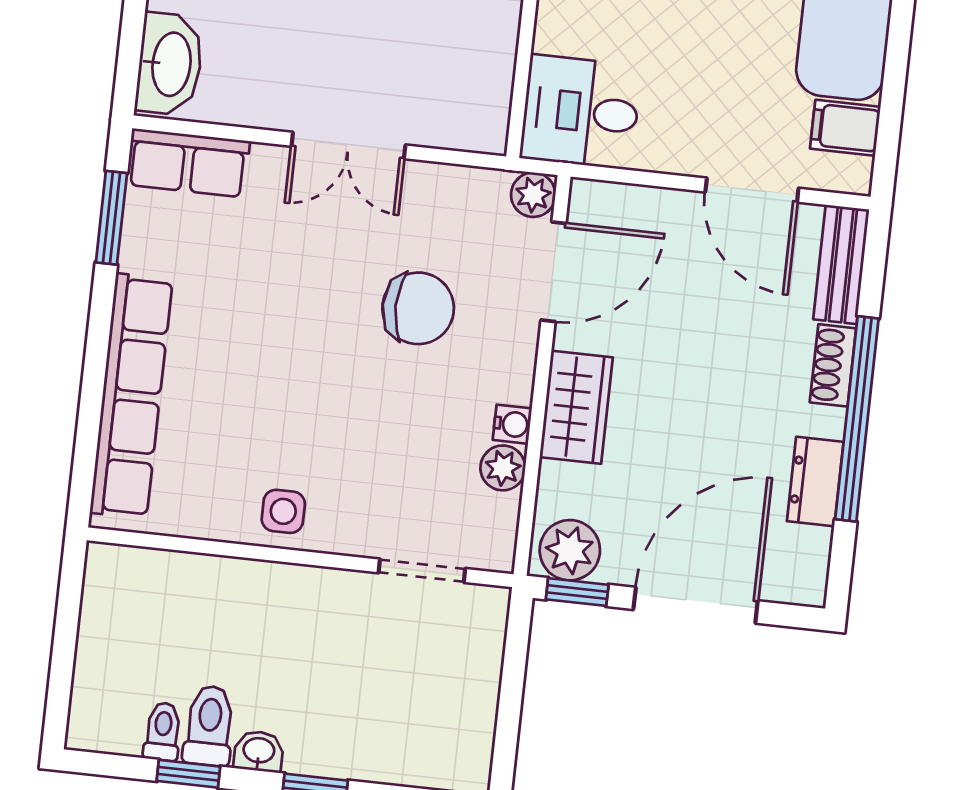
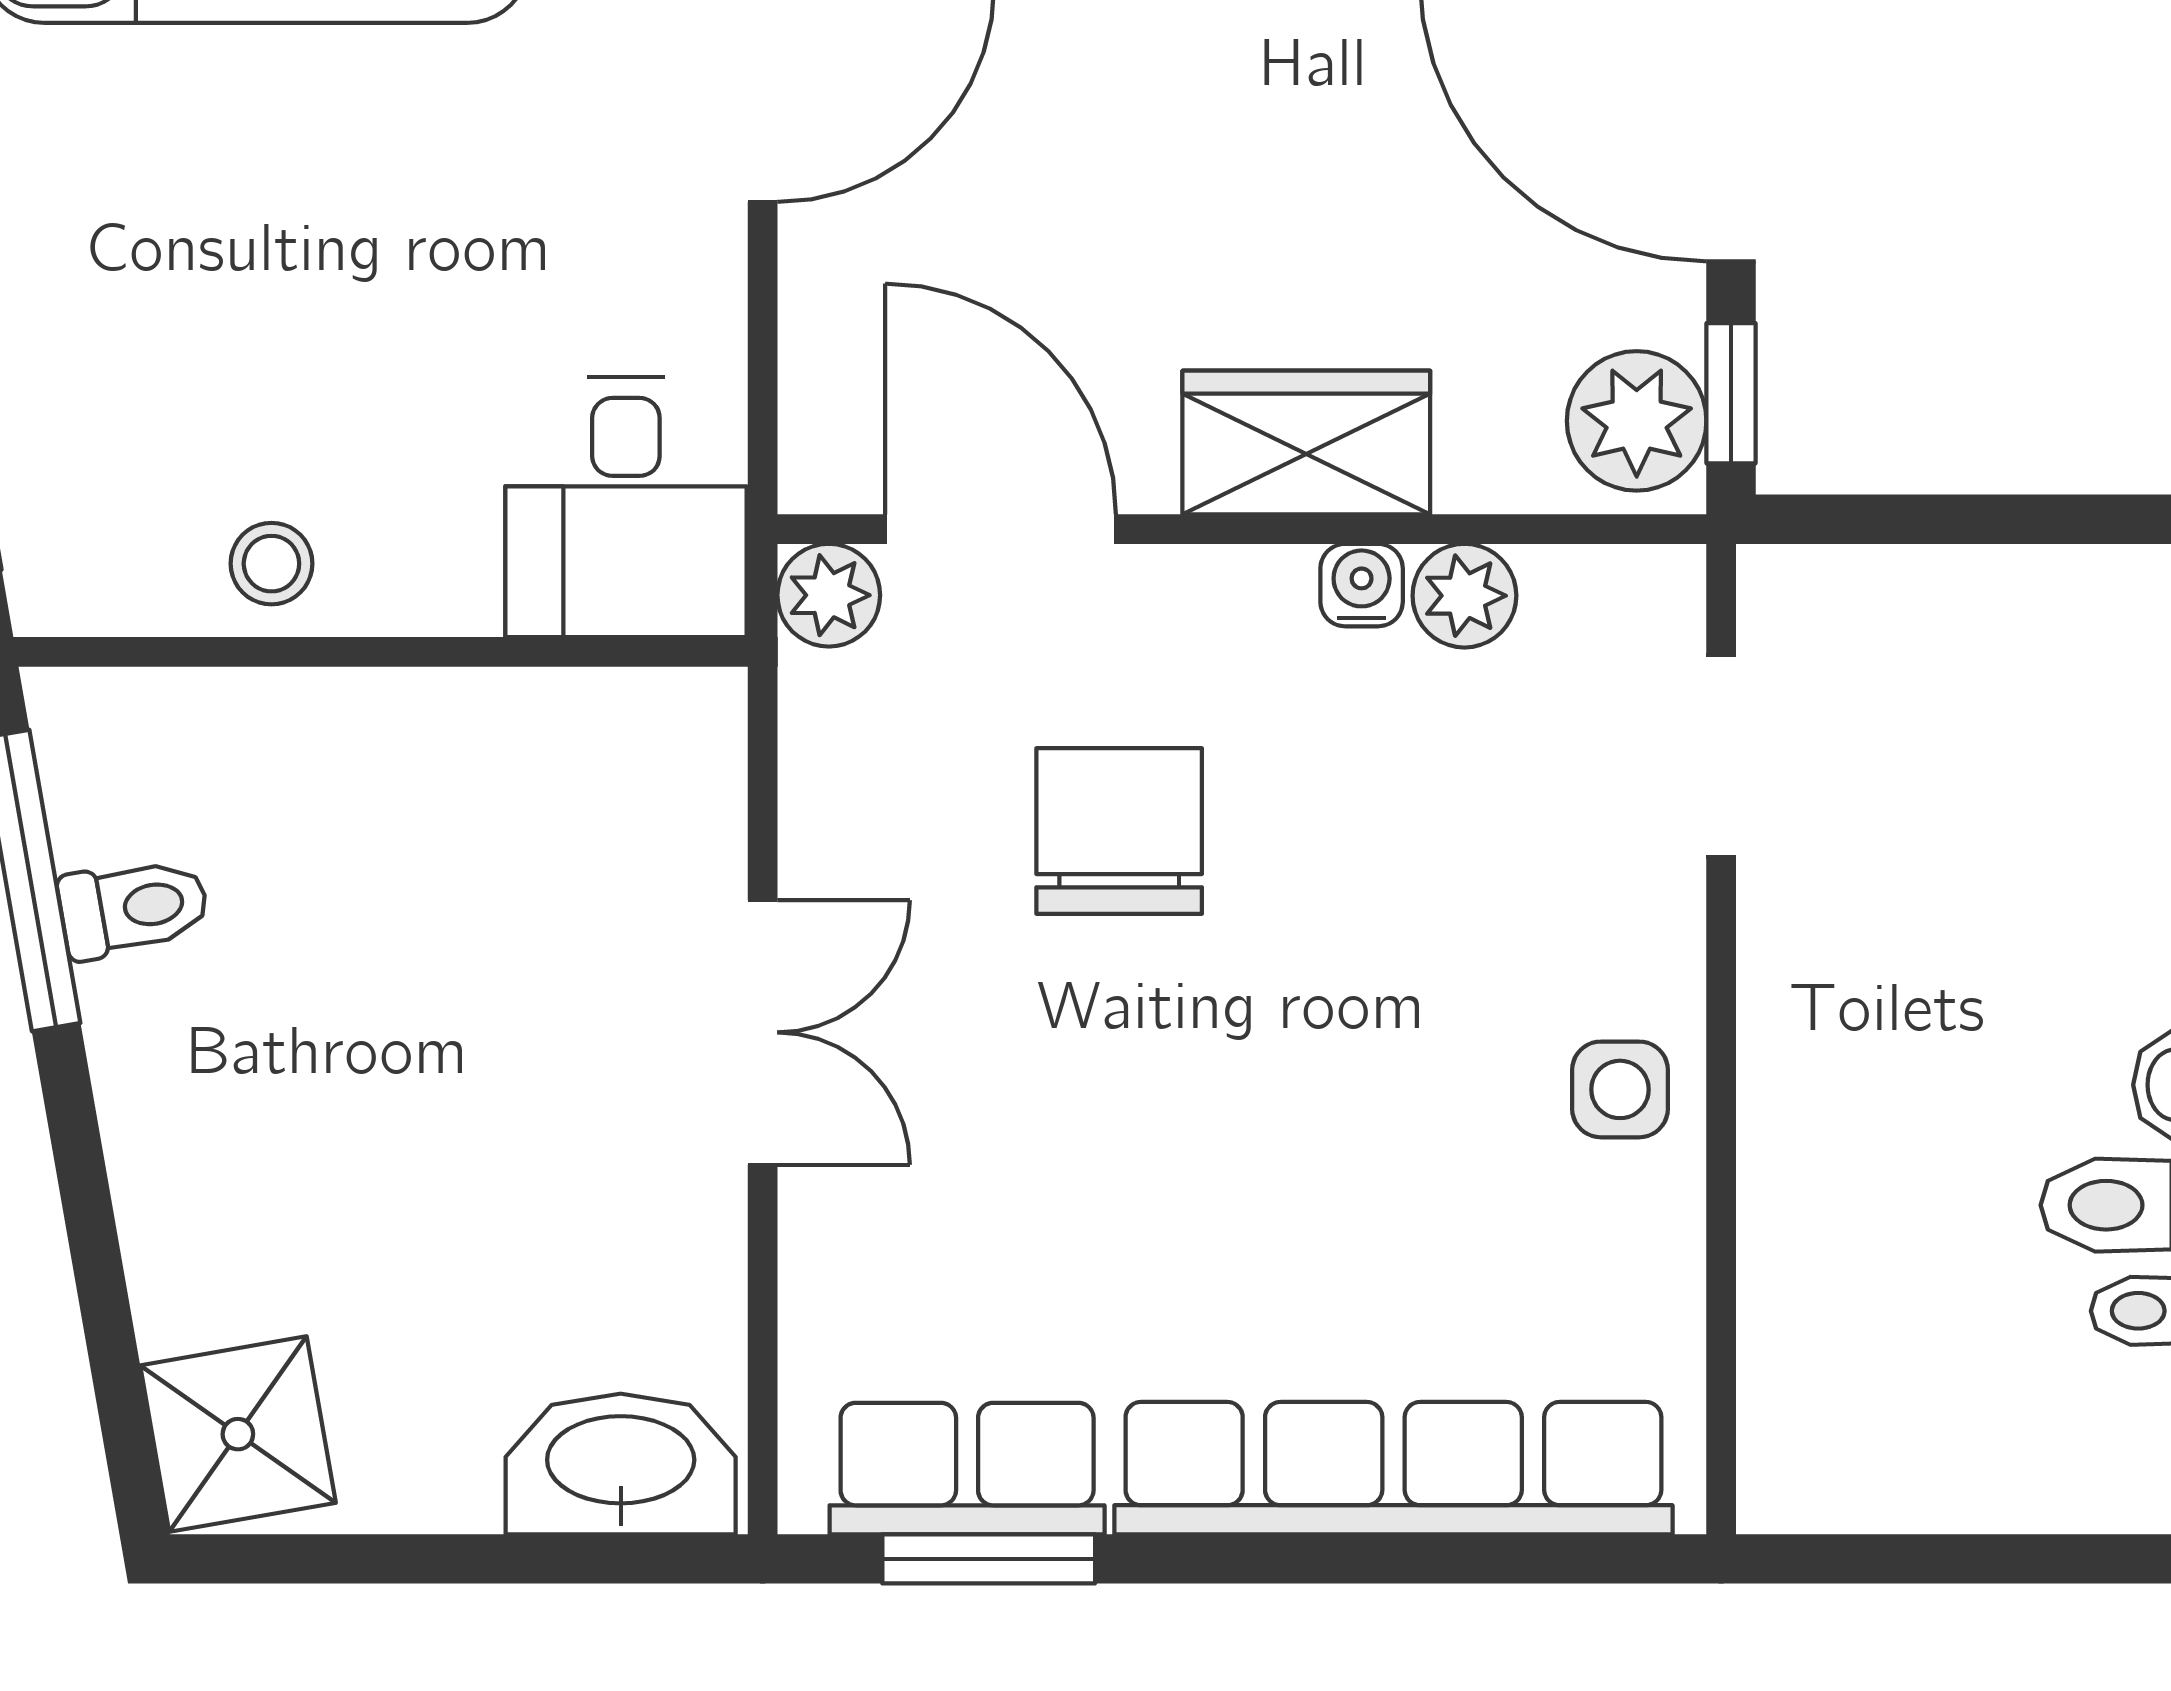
row of seats: (188, 163) -> (967, 1469), moved, turned -90

